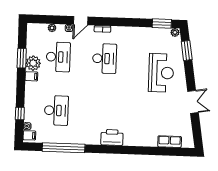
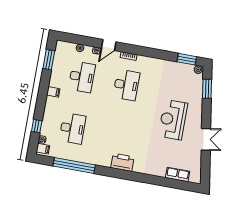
window: (22, 58) -> (49, 60), moved
plant: (33, 63) -> (57, 79), removed
reception desk: (161, 73) -> (173, 120), moved, turned 180

